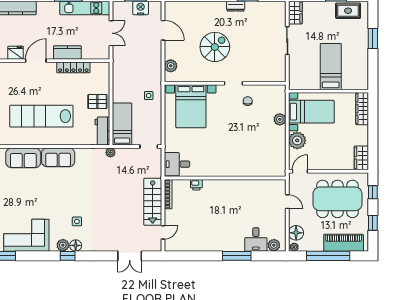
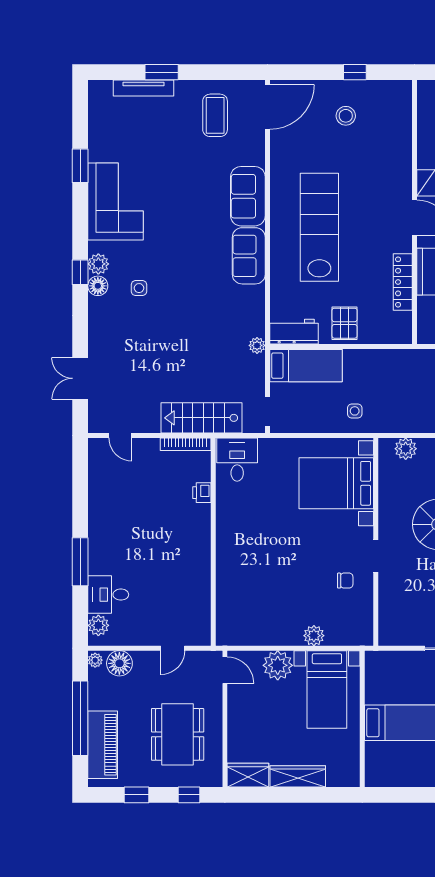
wardrobe: (362, 109) -> (298, 776), moved
dining table: (337, 199) -> (178, 734), width x0.73, depth x0.80
stairs: (153, 202) -> (201, 418), moved

